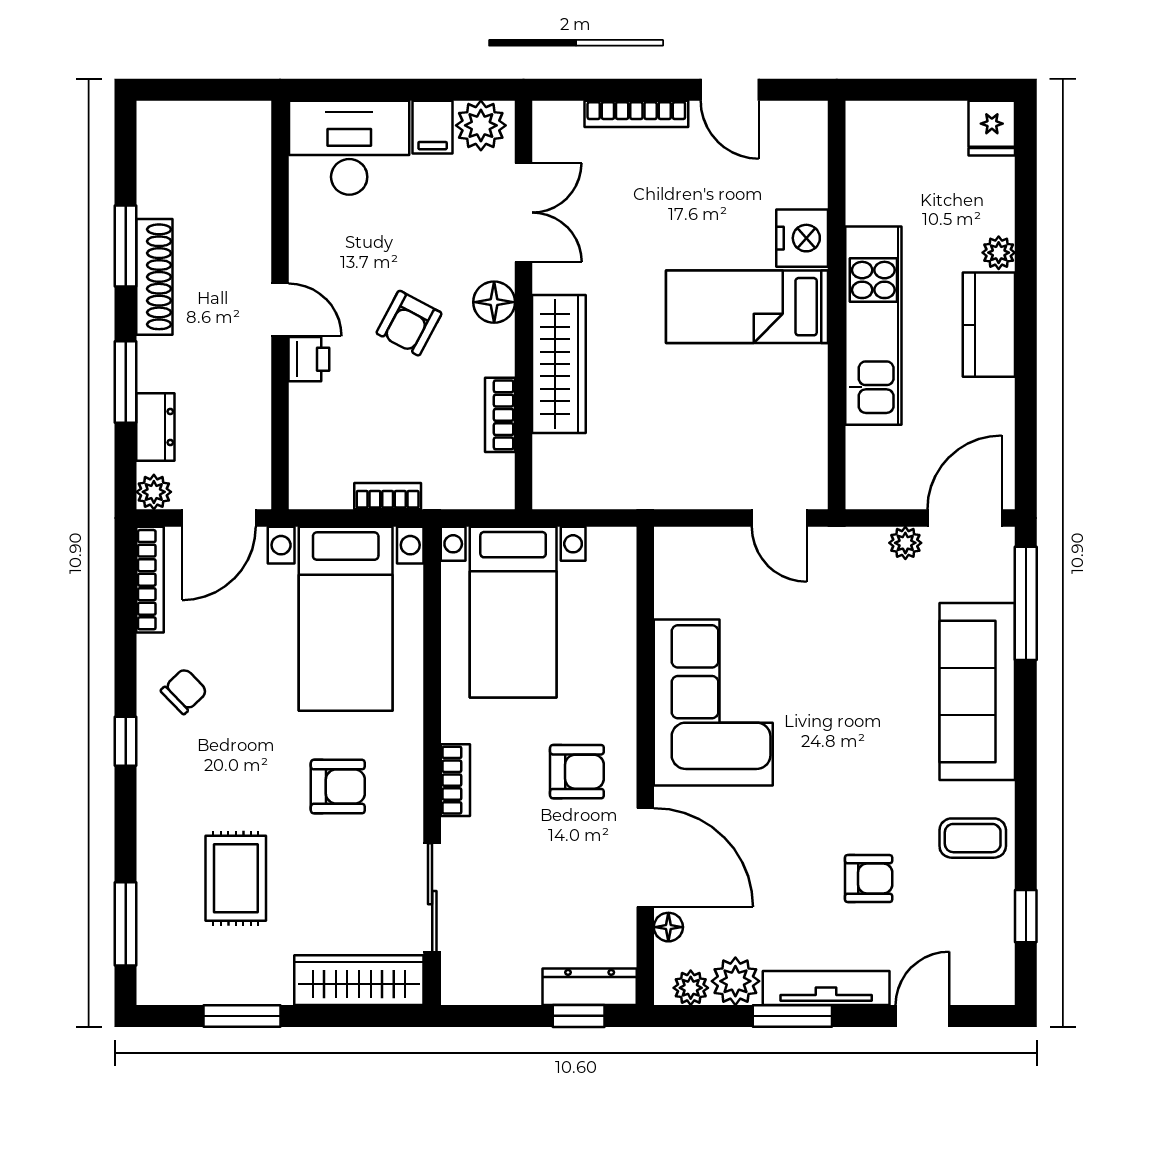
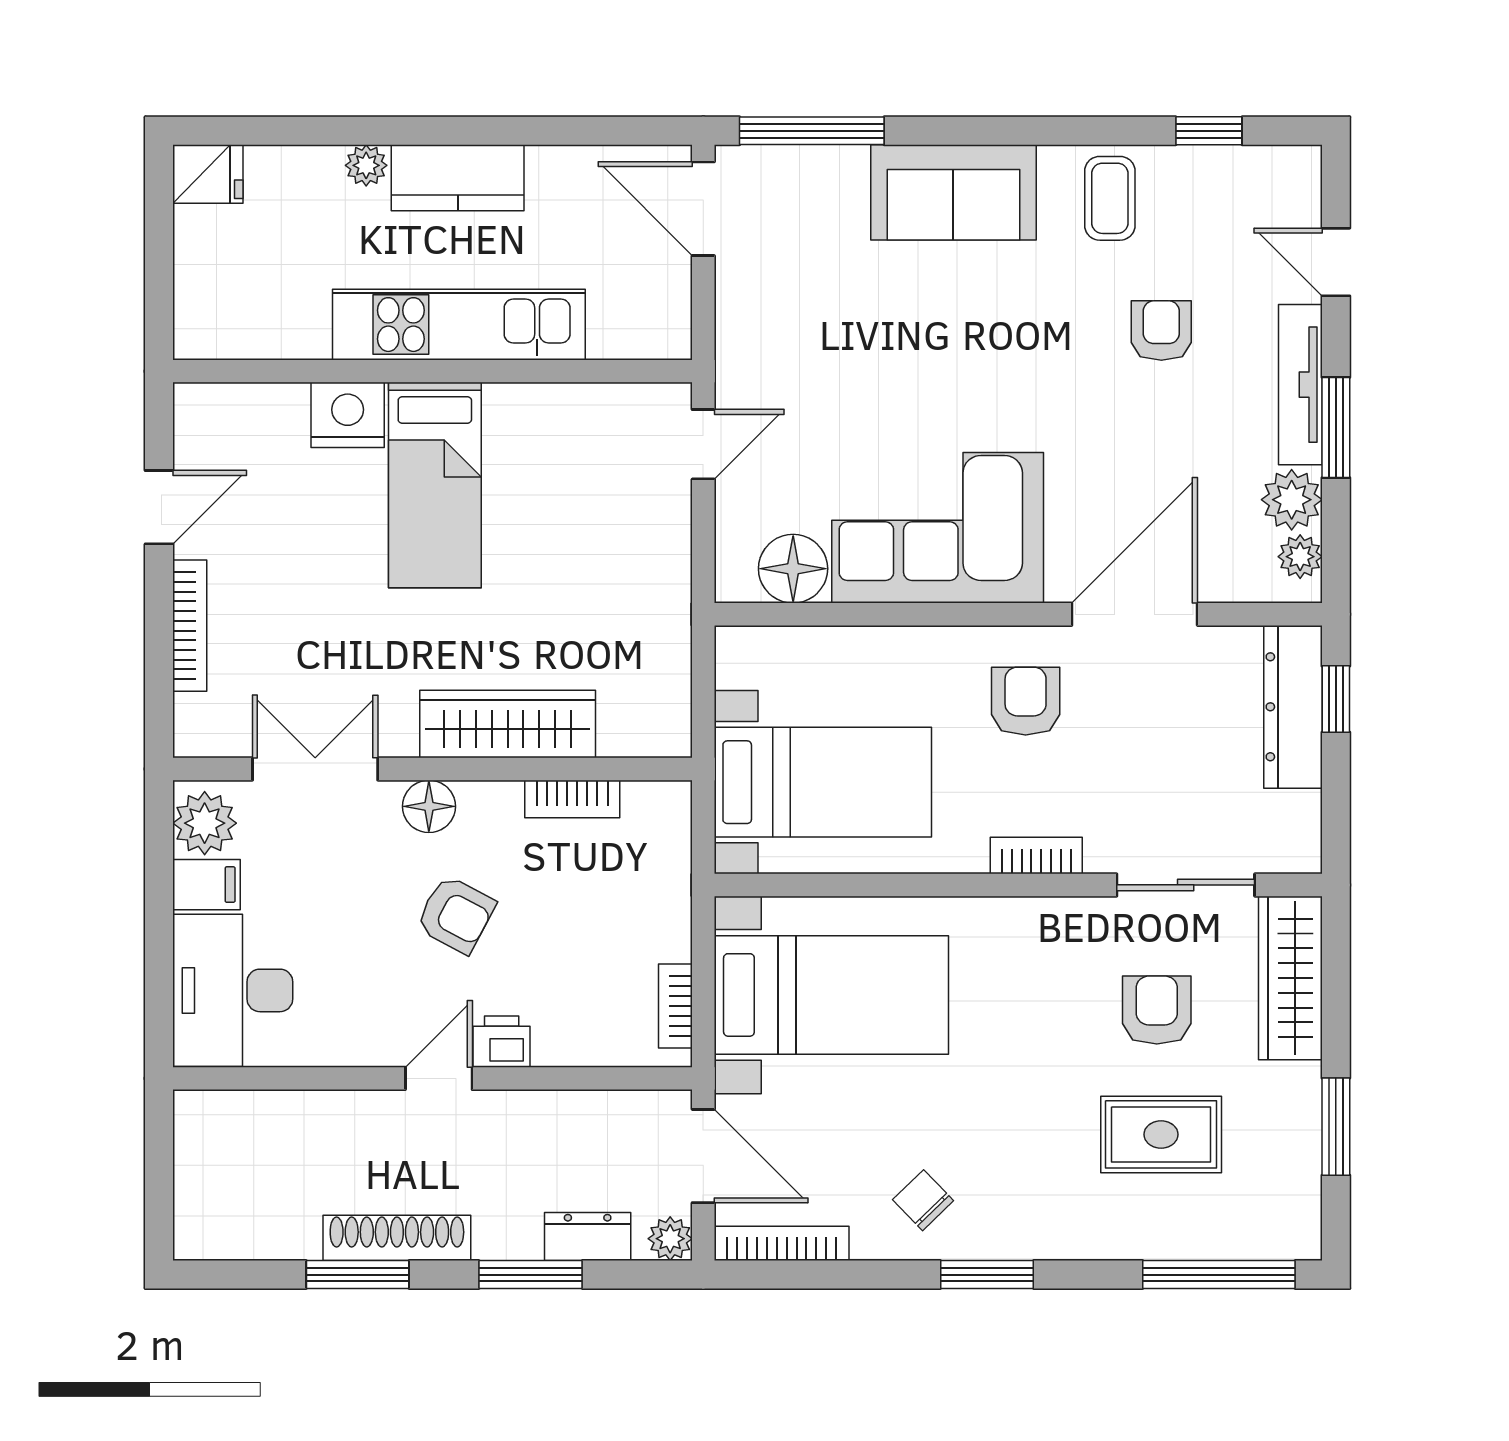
bookcase: (388, 496) -> (675, 1006), moved
plant: (905, 543) -> (735, 284), removed
sofa: (977, 691) -> (953, 192), width x0.73
window: (126, 741) -> (987, 1275), width x1.50
armchair: (338, 787) -> (1157, 1010), moved
window: (126, 924) -> (1219, 1275), width x1.44
floor lamp: (668, 927) -> (793, 569), moved, width x1.89, depth x1.89
dresser: (590, 987) -> (1293, 707), width x1.37, depth x1.24

